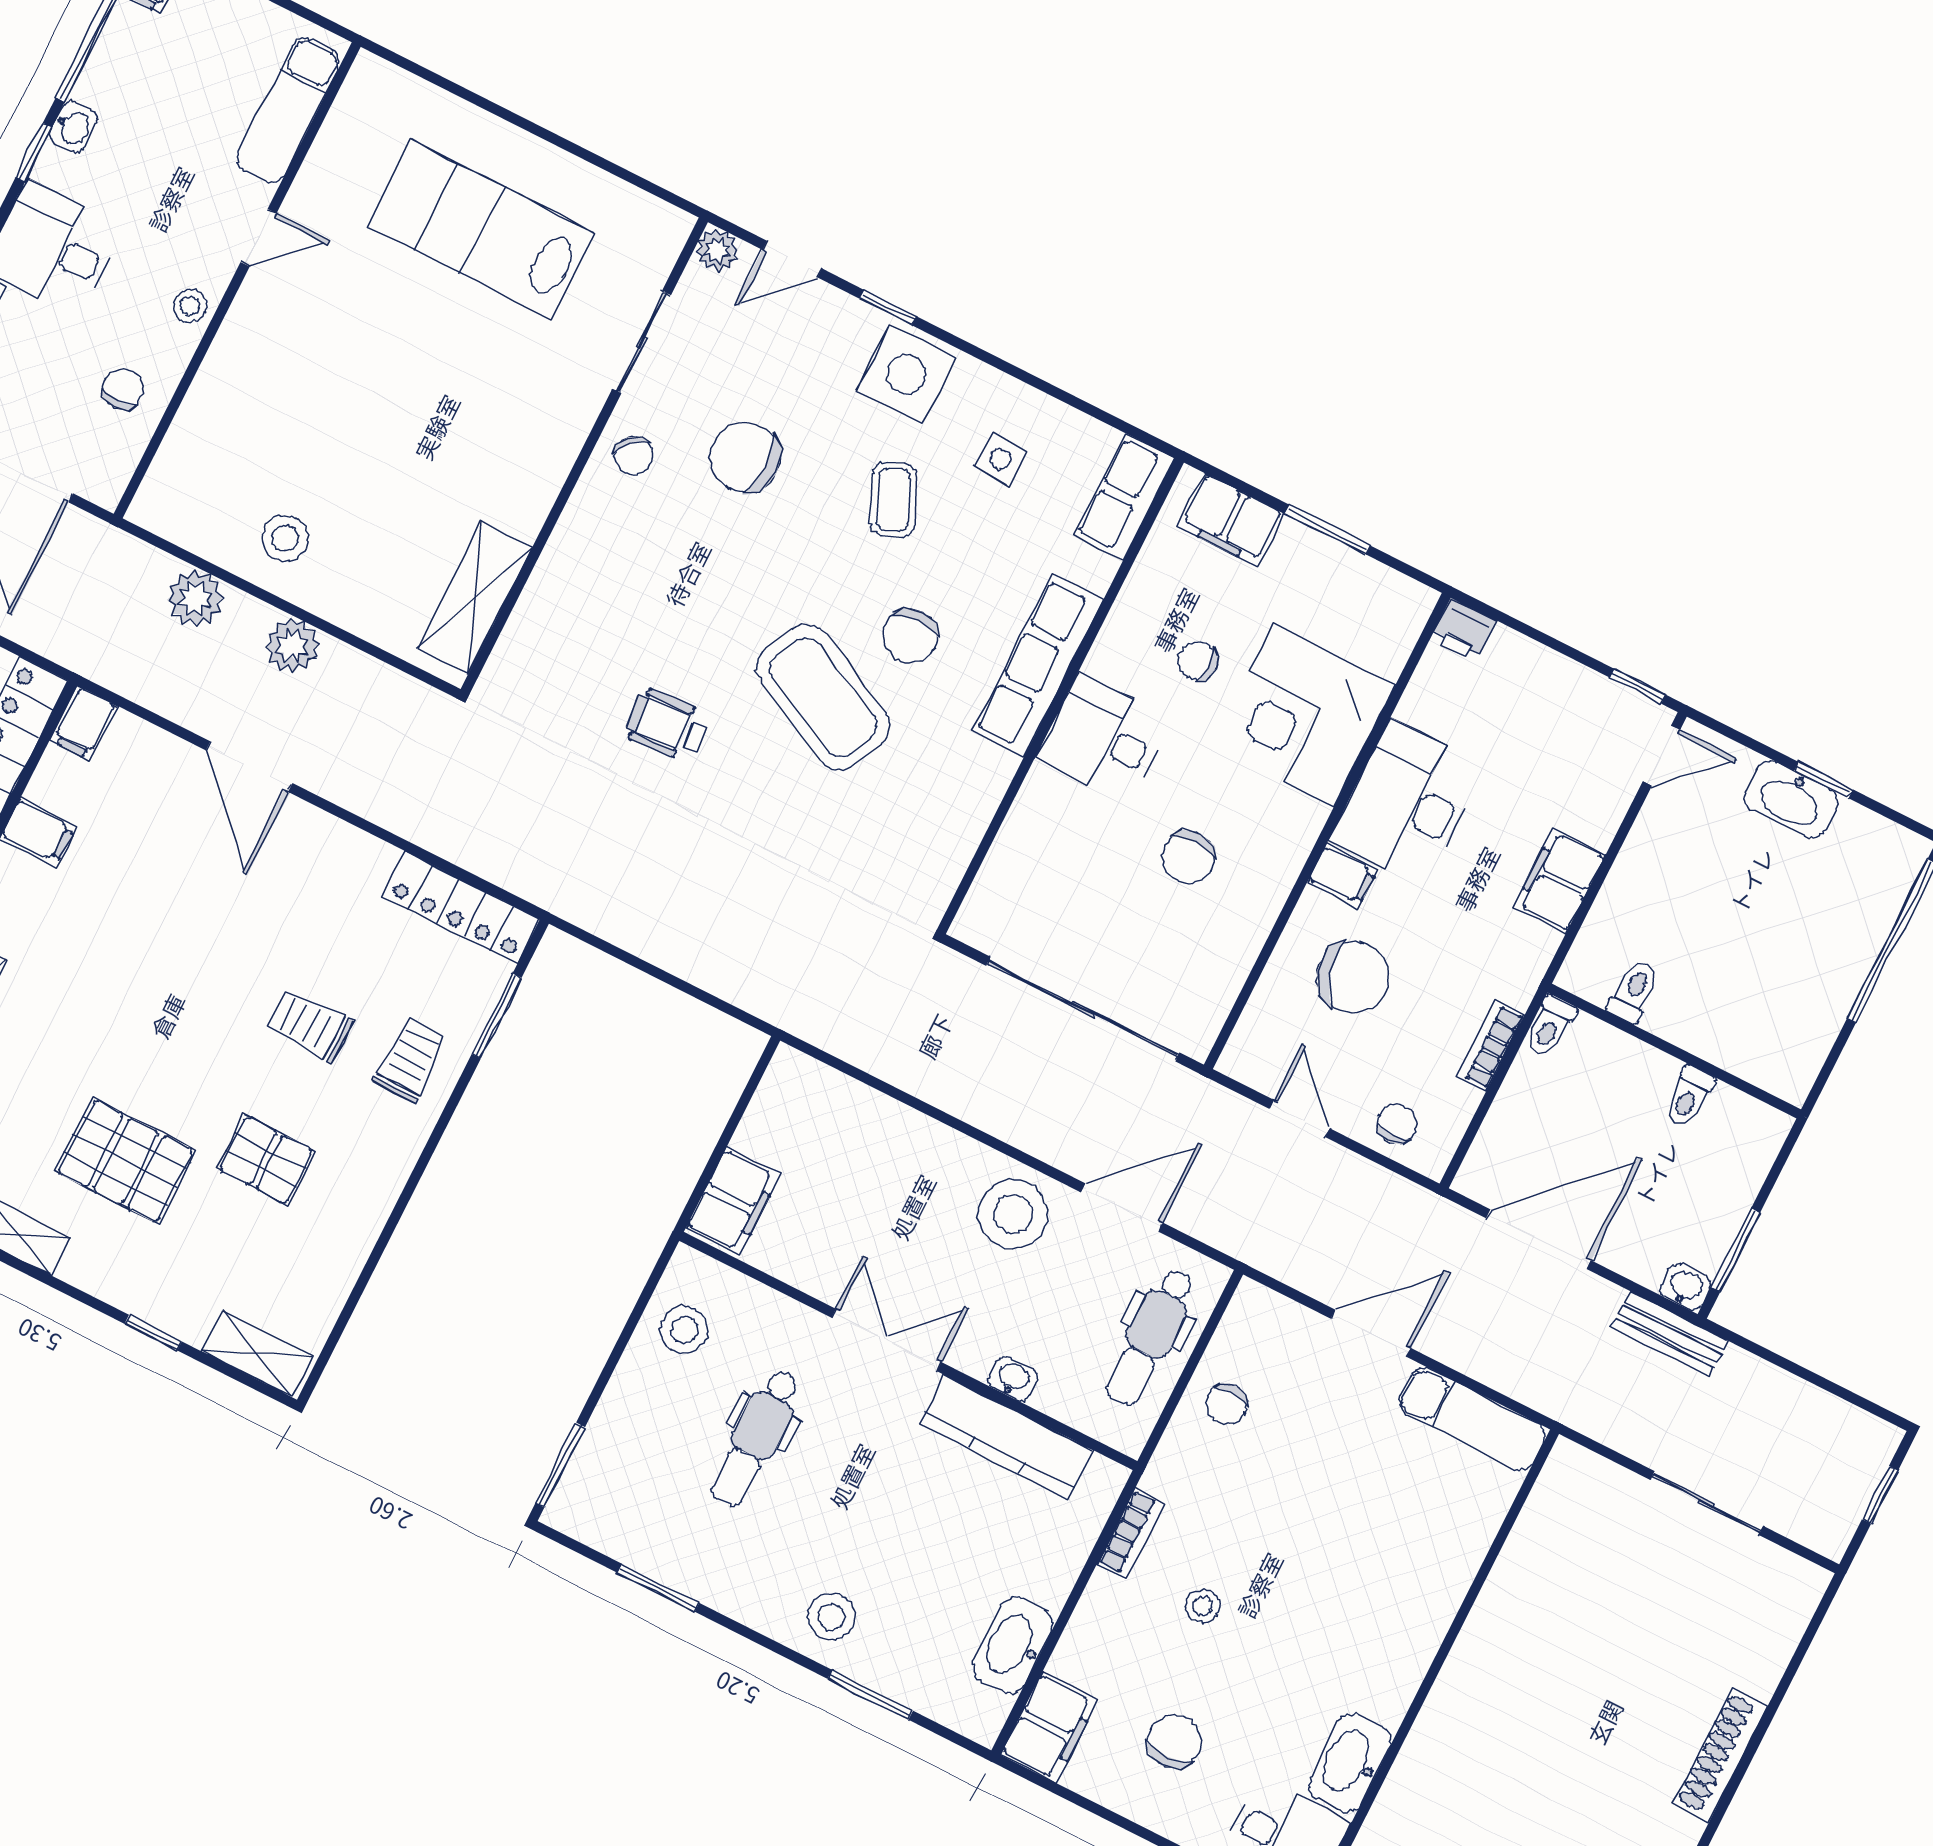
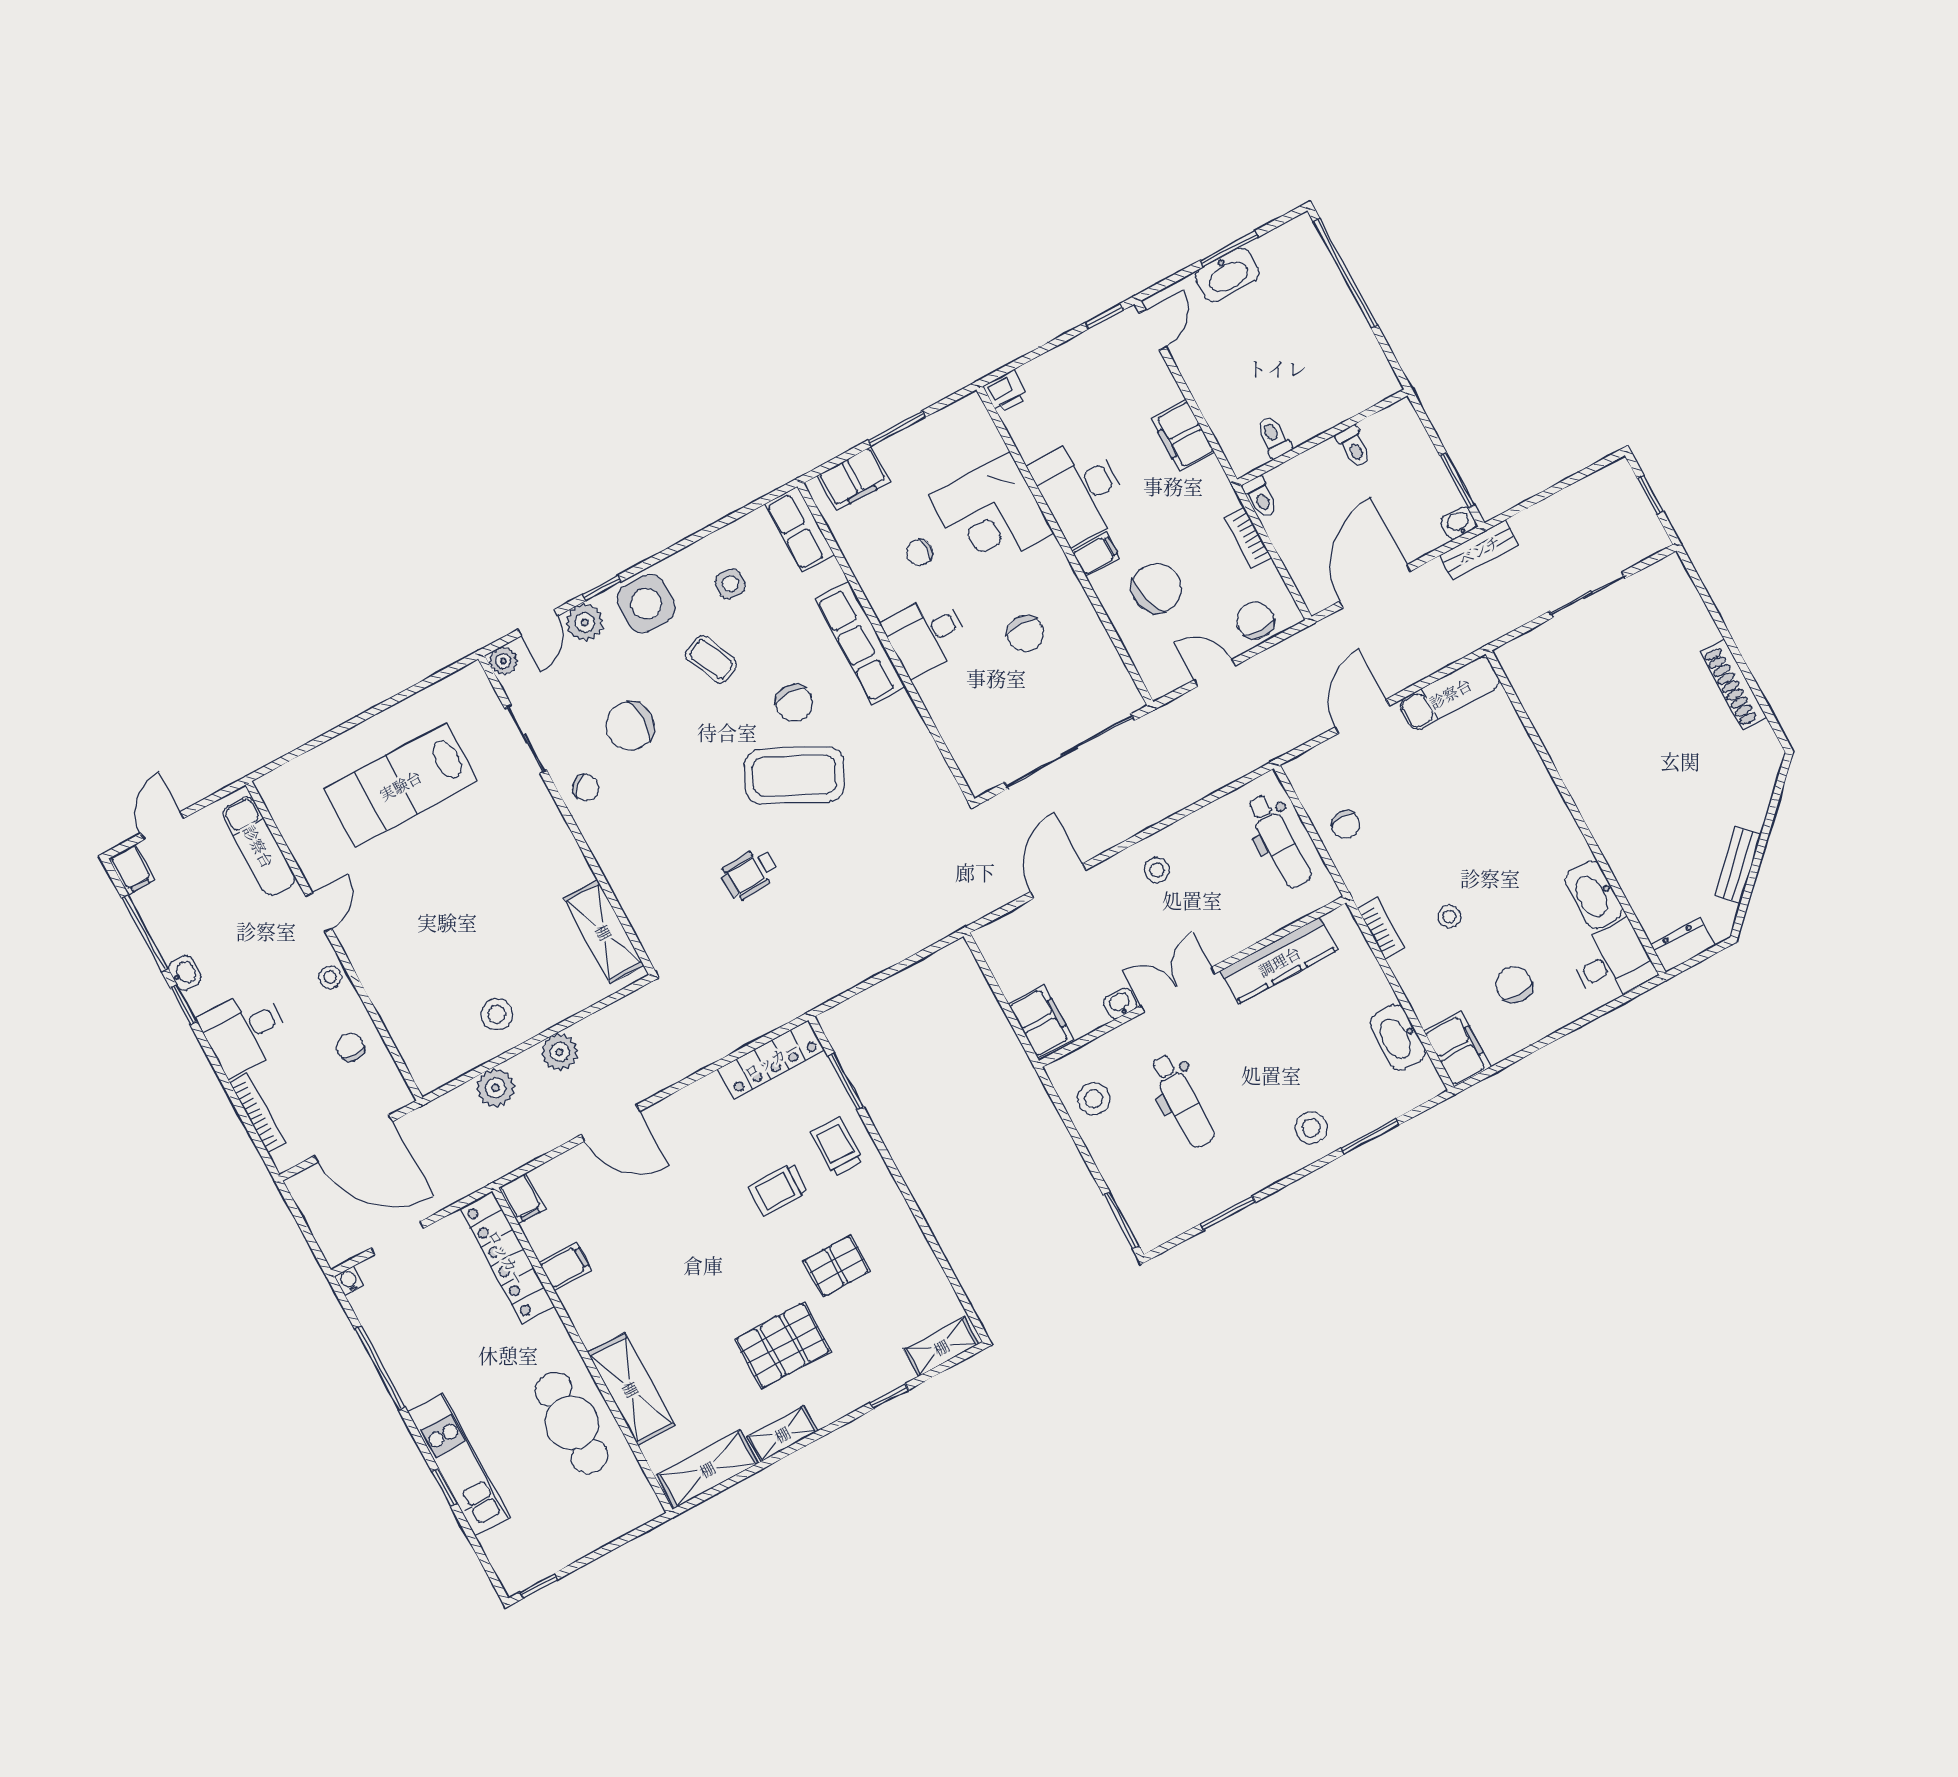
plant: (832, 316) -> (585, 622), added
window: (1824, 780) -> (1229, 249), width x1.50
chair: (1397, 1124) -> (1255, 621), width x1.37, depth x1.37
door: (1122, 1208) -> (1058, 881), moved
stool: (1013, 1214) -> (1157, 870), width x0.53, depth x0.53
washbasin: (1013, 1378) -> (1120, 1003), moved

